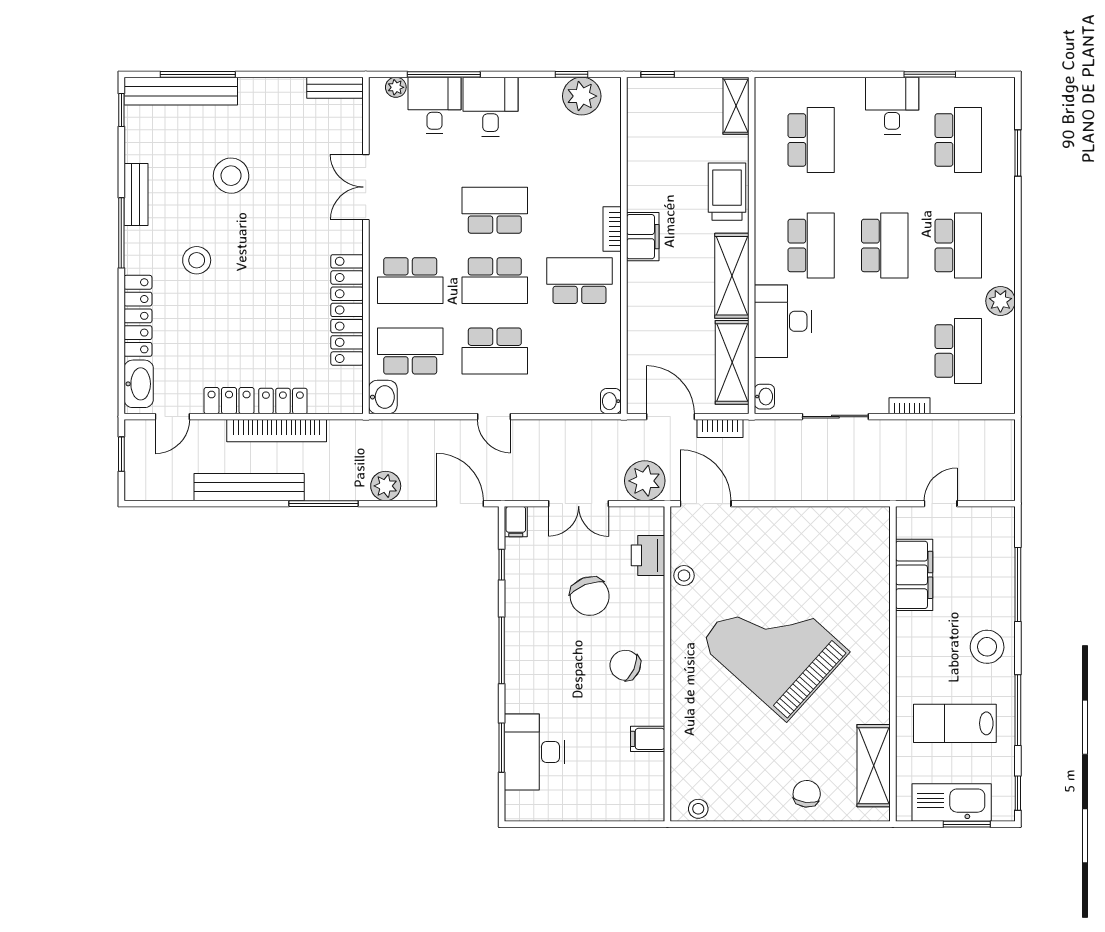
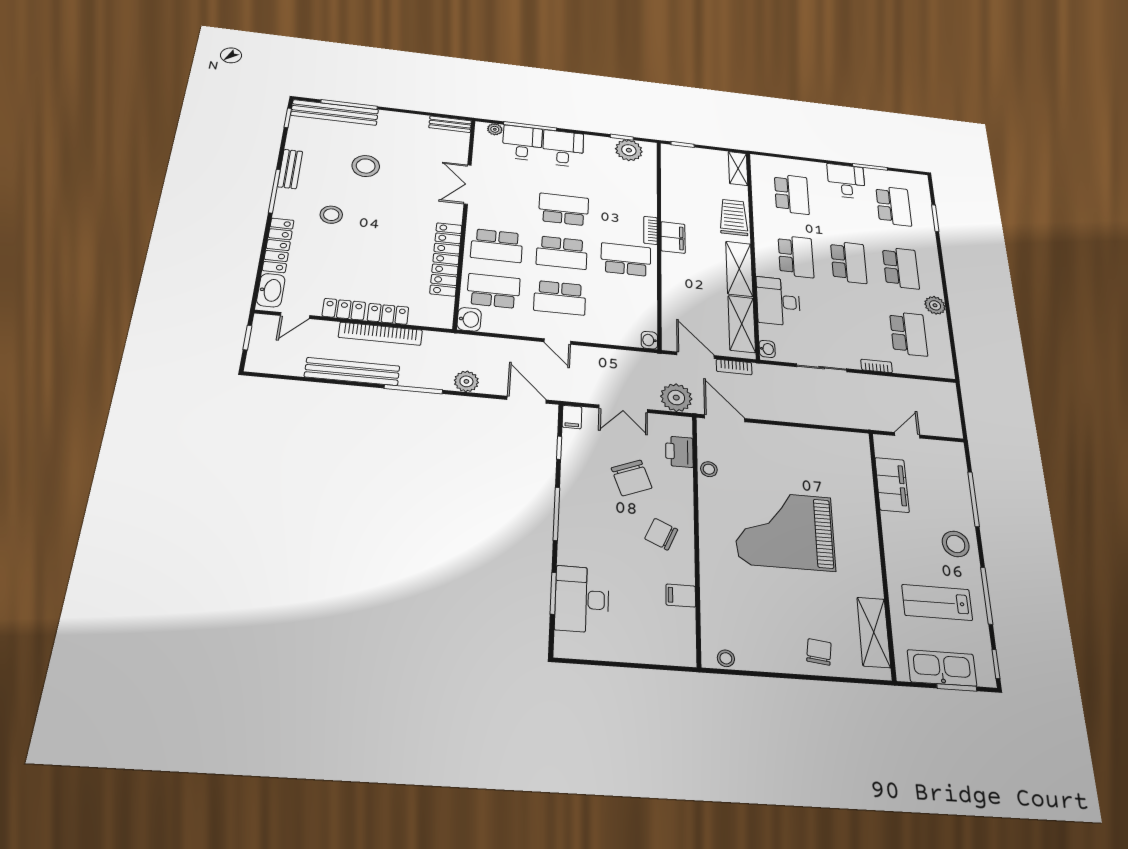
grand piano: (774, 647) -> (785, 530), turned -42

